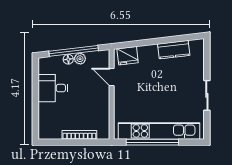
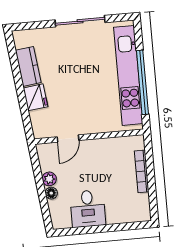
window: (74, 51) -> (41, 187), removed
fridge: (128, 56) -> (35, 97), moved
sliding door: (207, 95) -> (80, 21), width x1.37

